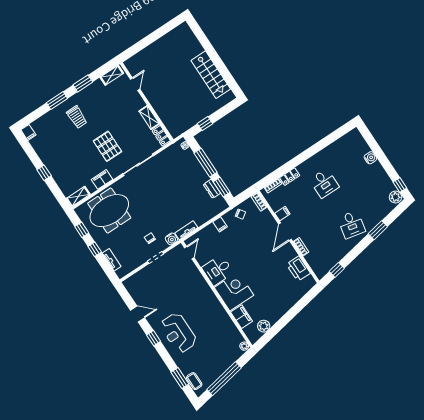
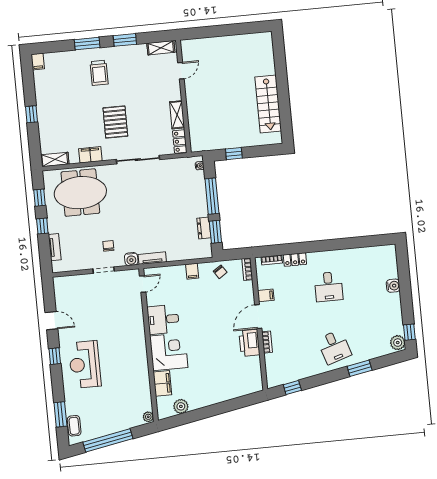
desk: (352, 224) -> (334, 347), turned -30
printer: (298, 269) -> (249, 343), moved

